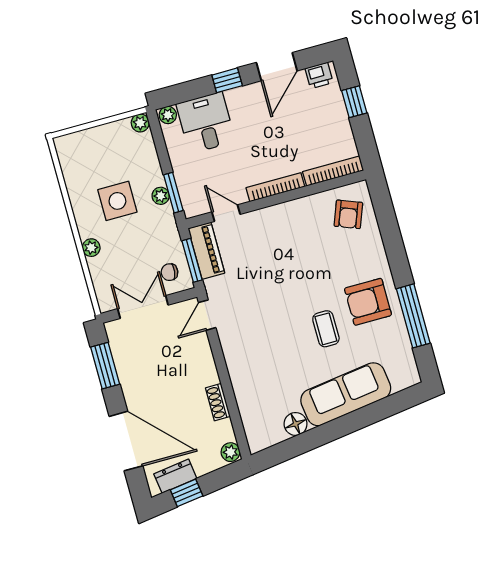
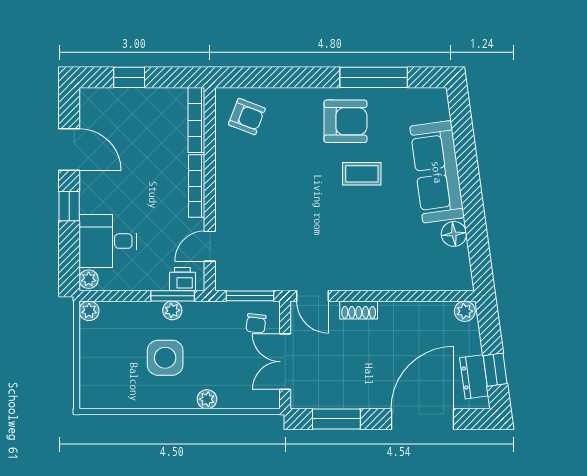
printer: (319, 75) -> (182, 279), moved, turned -90
piano: (206, 251) -> (244, 278), removed
armchair: (368, 302) -> (345, 121), turned -90
shoe rack: (218, 402) -> (359, 310), moved

